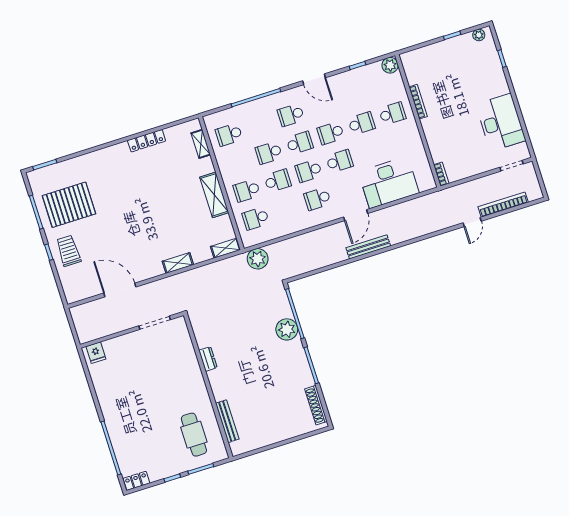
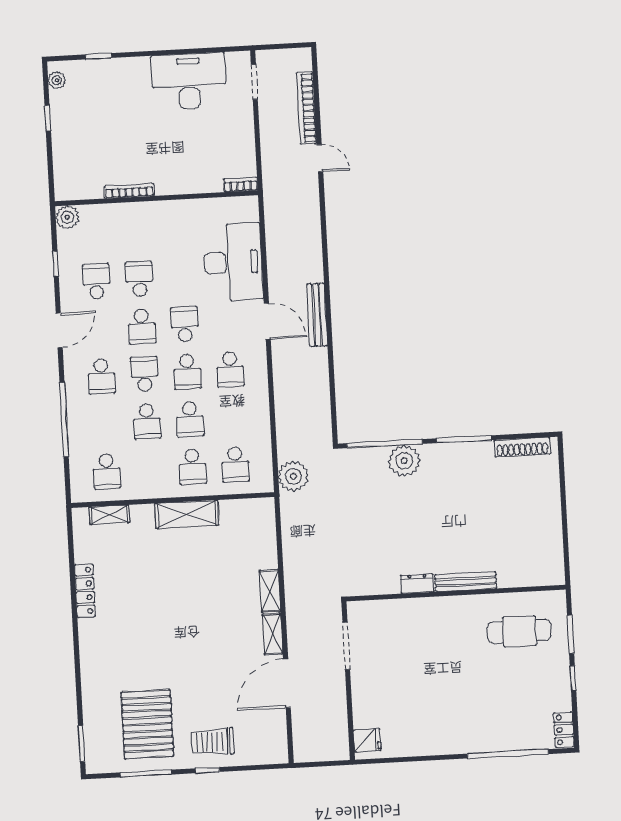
school desk: (392, 114) -> (96, 281), moved
school desk: (278, 181) -> (190, 419), turned 180
shelving: (226, 248) -> (273, 634), moved
bench: (227, 421) -> (466, 582), moved

